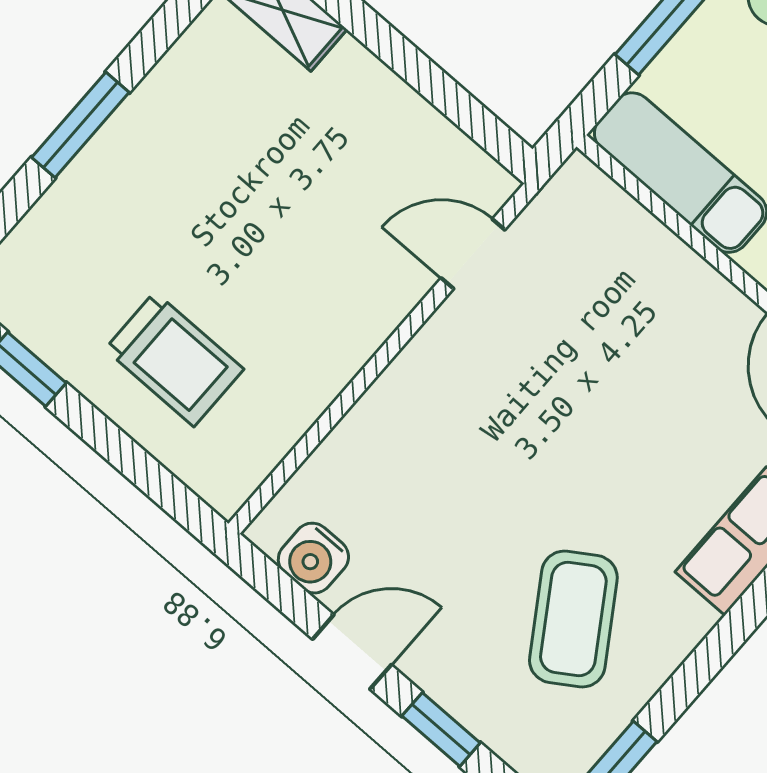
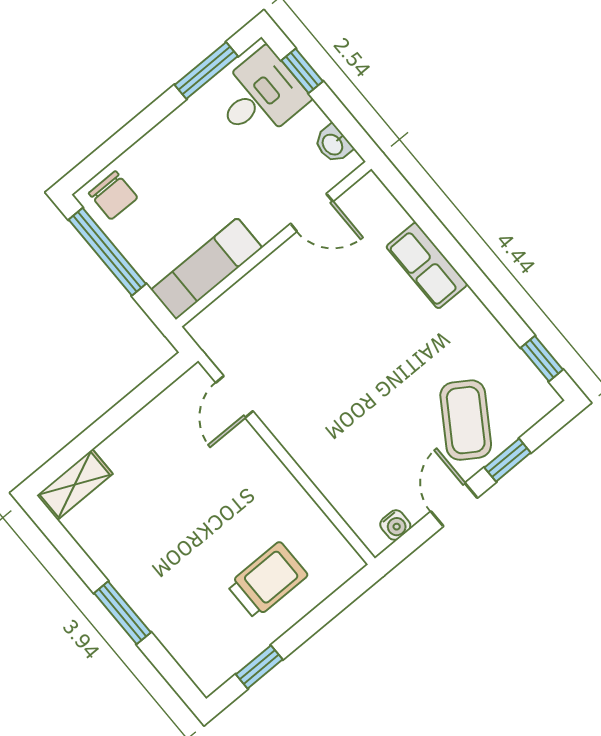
water cooler: (313, 558) -> (395, 525), width x0.72, depth x0.72
coffee table: (573, 619) -> (466, 420), moved, turned 66

